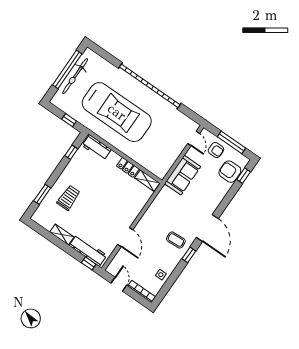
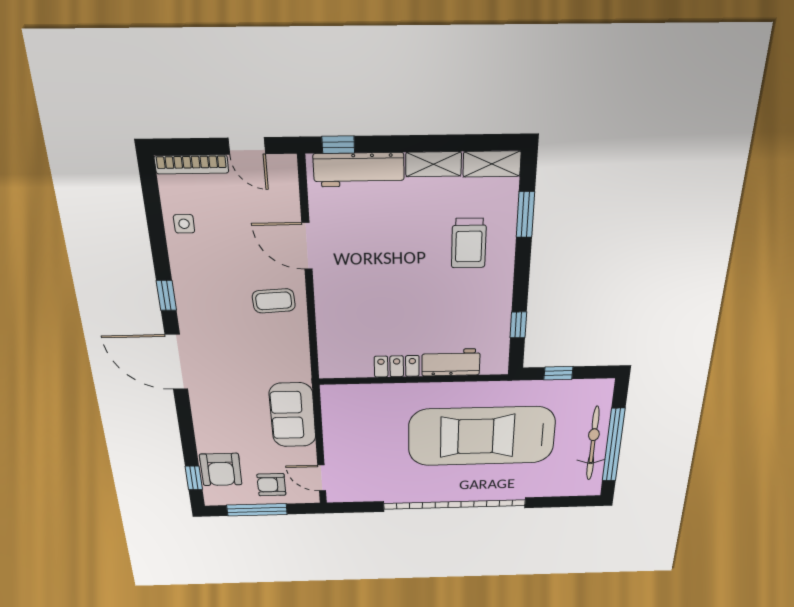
workbench: (97, 148) -> (451, 362), moved
armchair: (230, 172) -> (221, 469), turned 90
shelving: (147, 181) -> (492, 164), moved
coffee table: (176, 240) -> (274, 301), moved

